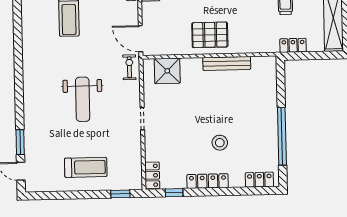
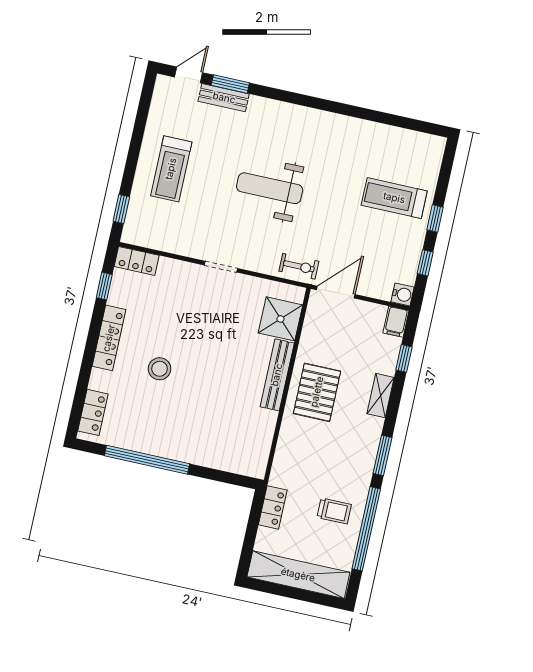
bench: (227, 63) -> (277, 375), moved
bench: (30, 144) -> (224, 98), added

